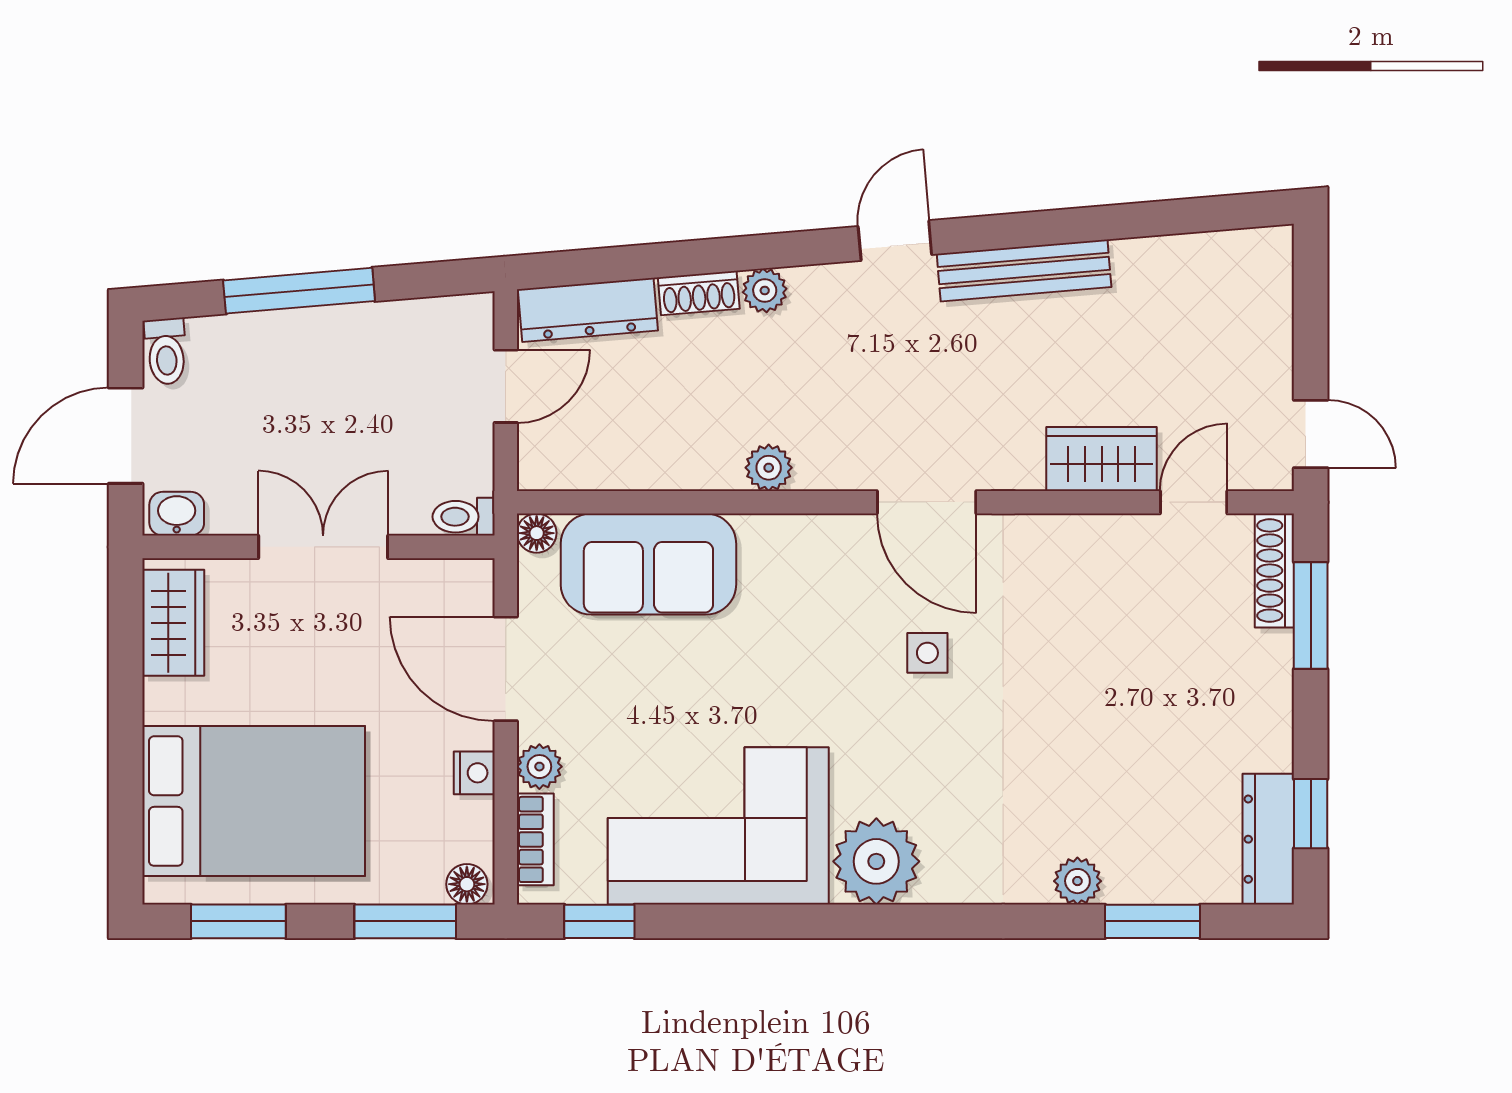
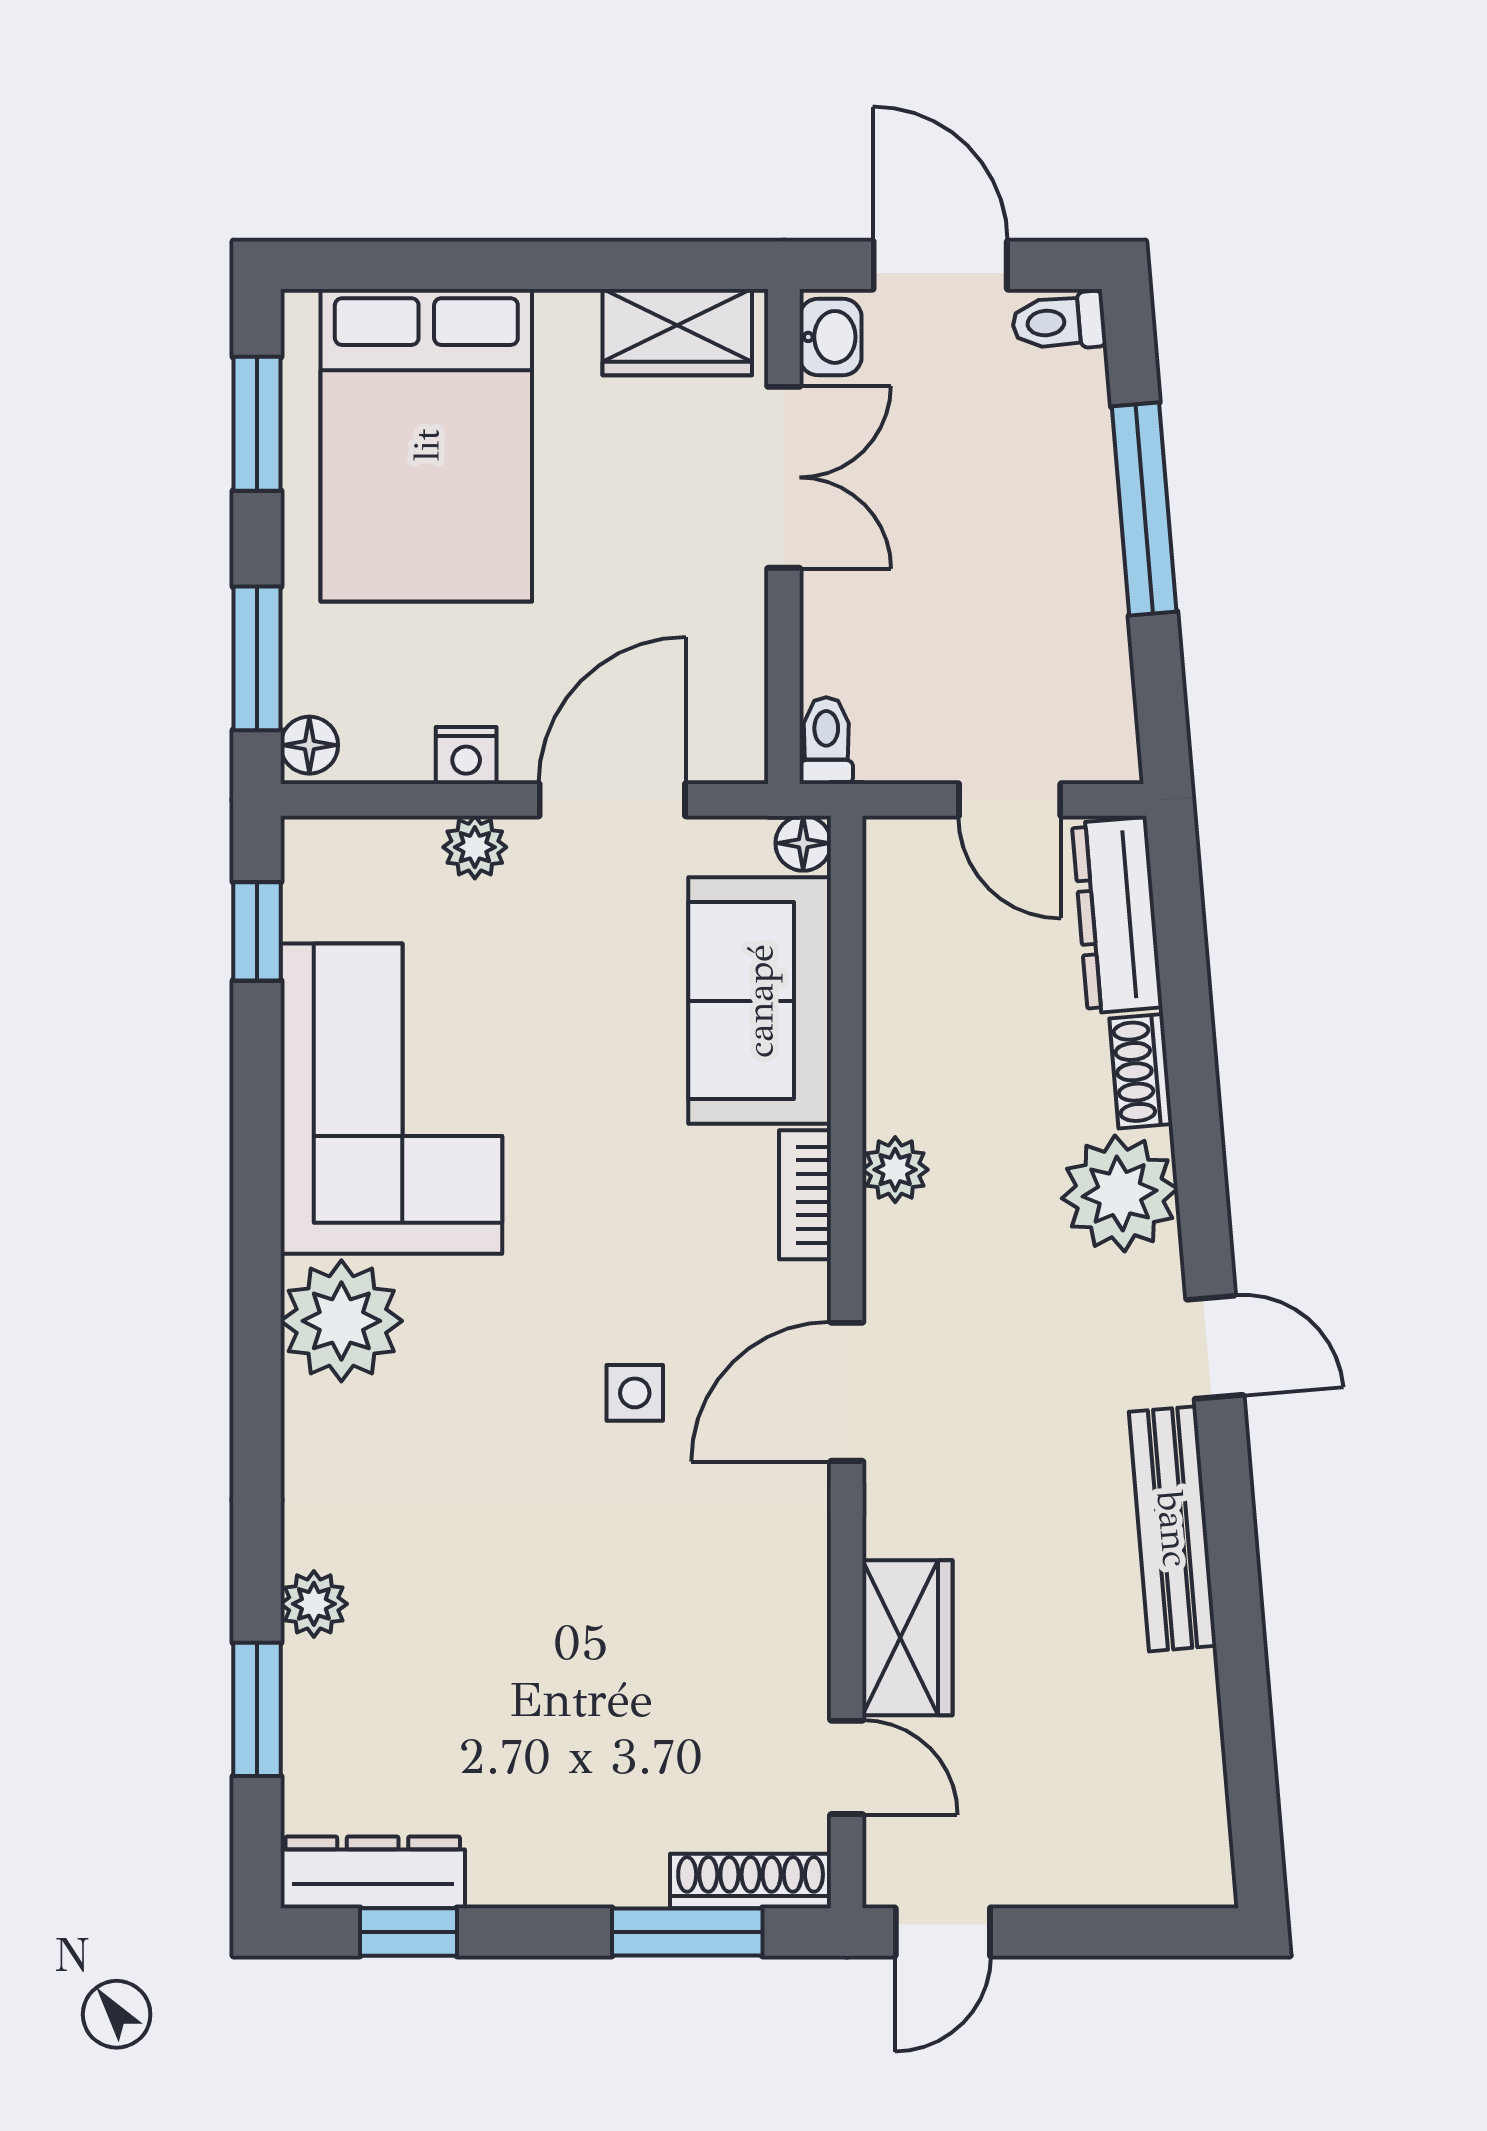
plant: (765, 290) -> (1120, 1193), width x1.87, depth x1.87
double door: (323, 547) -> (784, 477), moved
bookcase: (535, 839) -> (805, 1195), moved, turned 90

